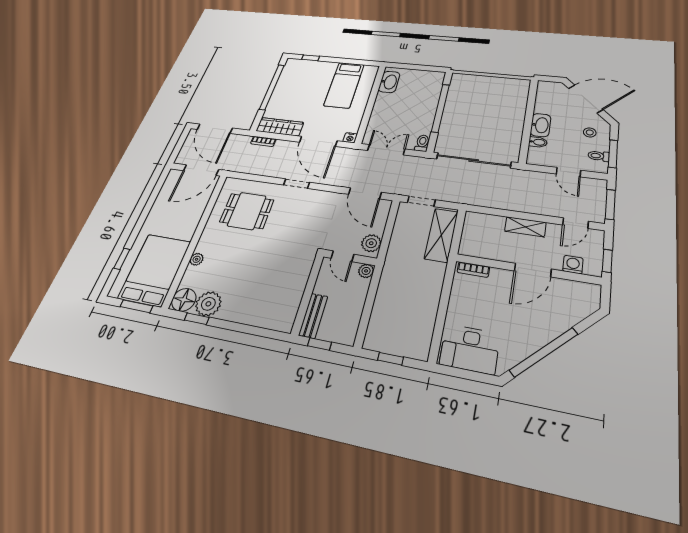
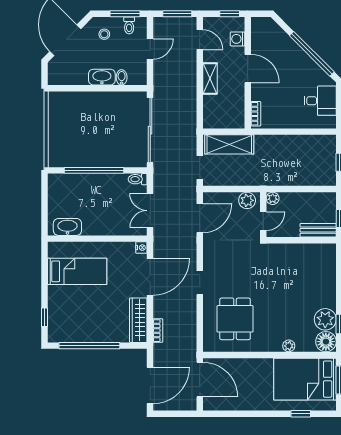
desk: (470, 349) -> (320, 101), width x0.73

